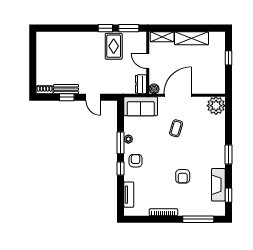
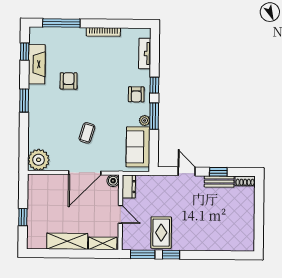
sofa: (141, 106) -> (138, 147), moved, turned -90
armchair: (183, 176) -> (69, 81), moved

